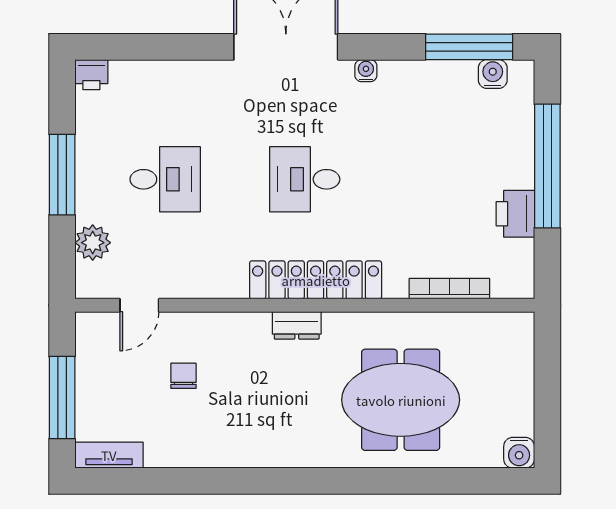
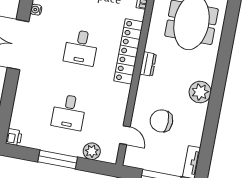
desk: (165, 179) -> (69, 112), turned 180
chair: (183, 376) -> (161, 121), width x1.87, depth x1.87
plant: (259, 445) -> (200, 92), added

